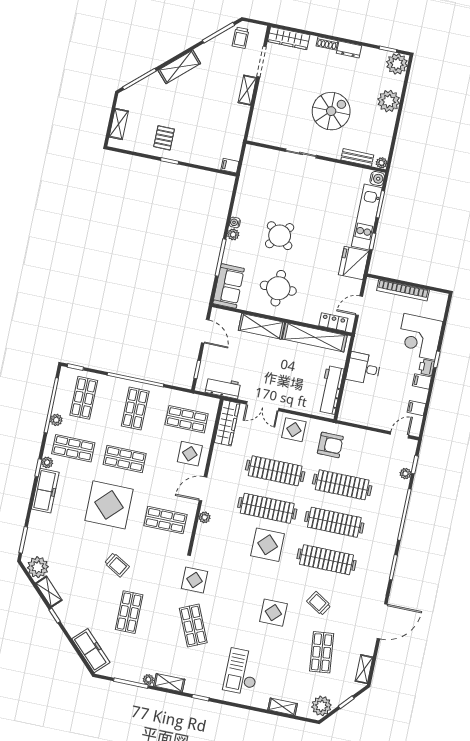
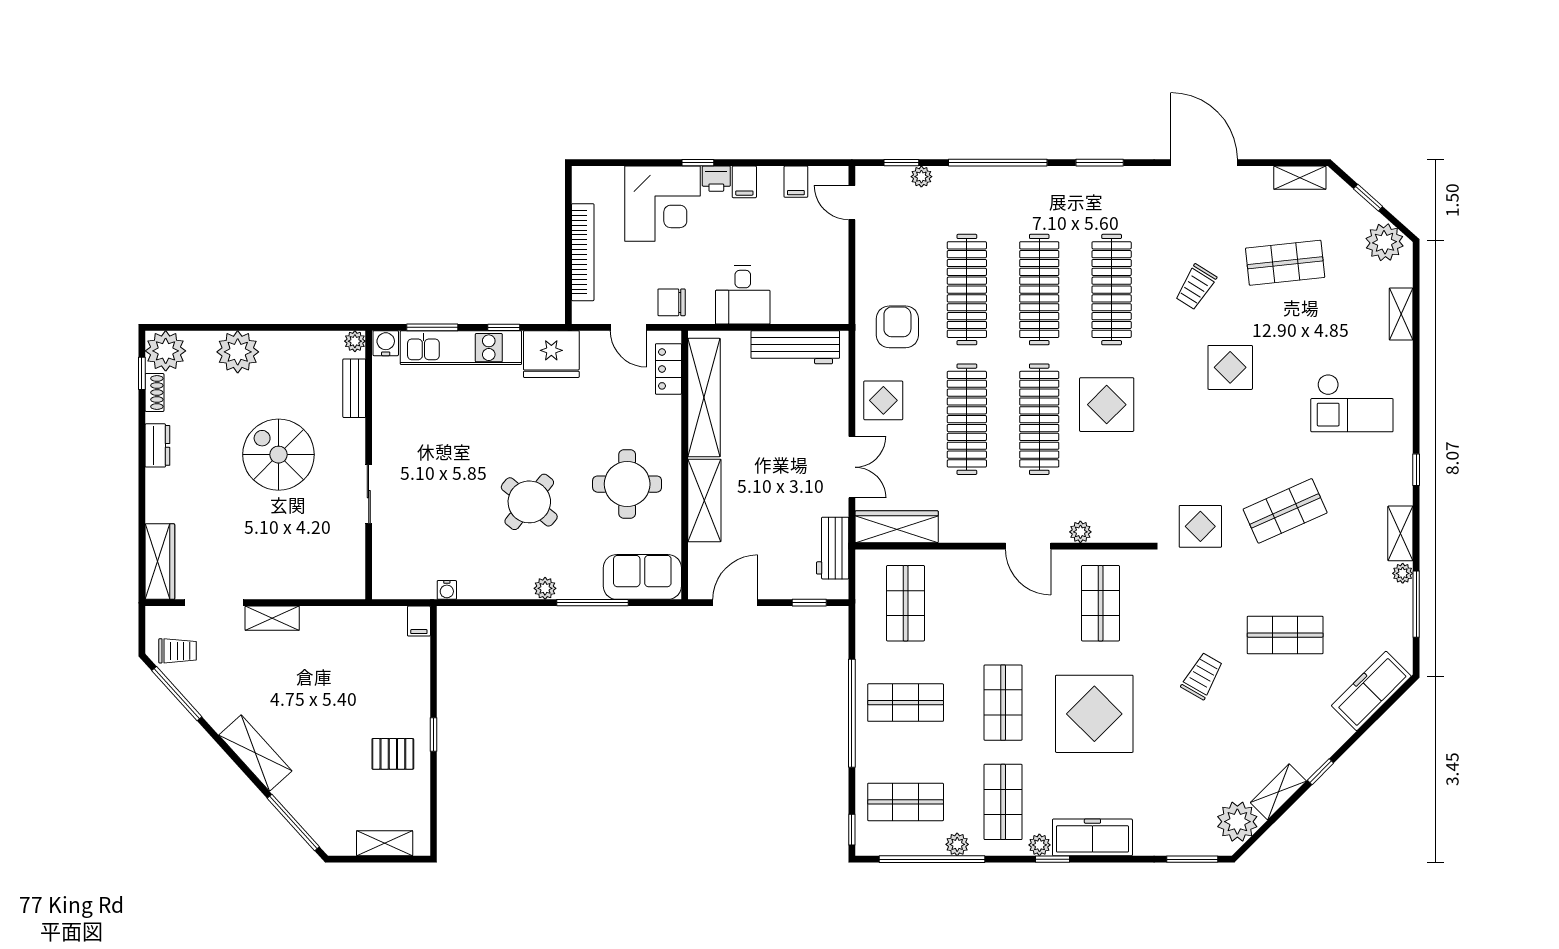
shoe rack: (327, 43) -> (154, 392), moved
water cooler: (235, 222) -> (447, 590), moved
chair: (367, 331) -> (672, 302), added
display table: (190, 454) -> (968, 584), removed

